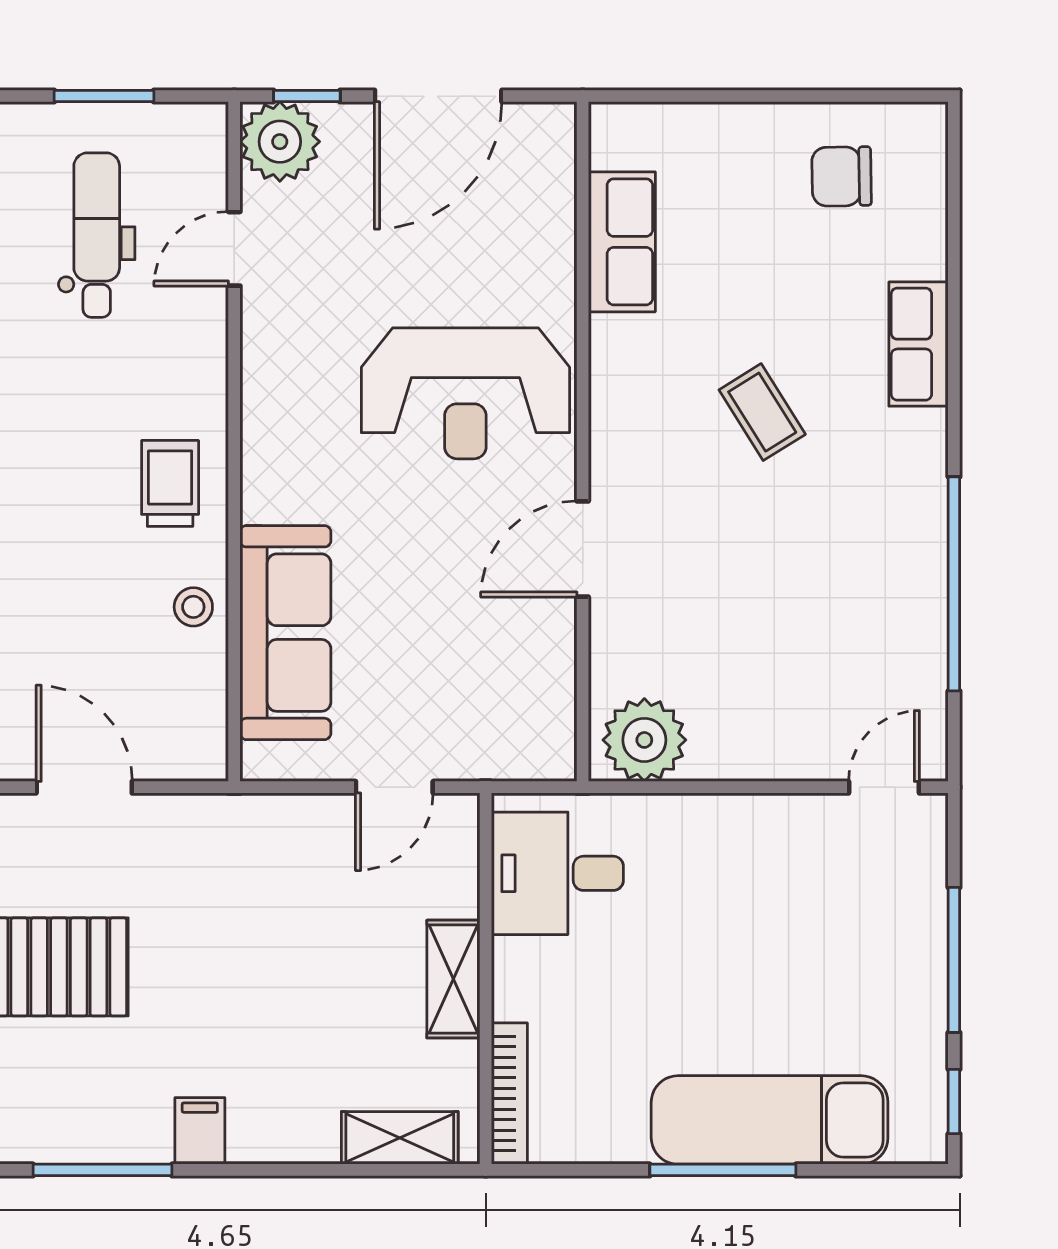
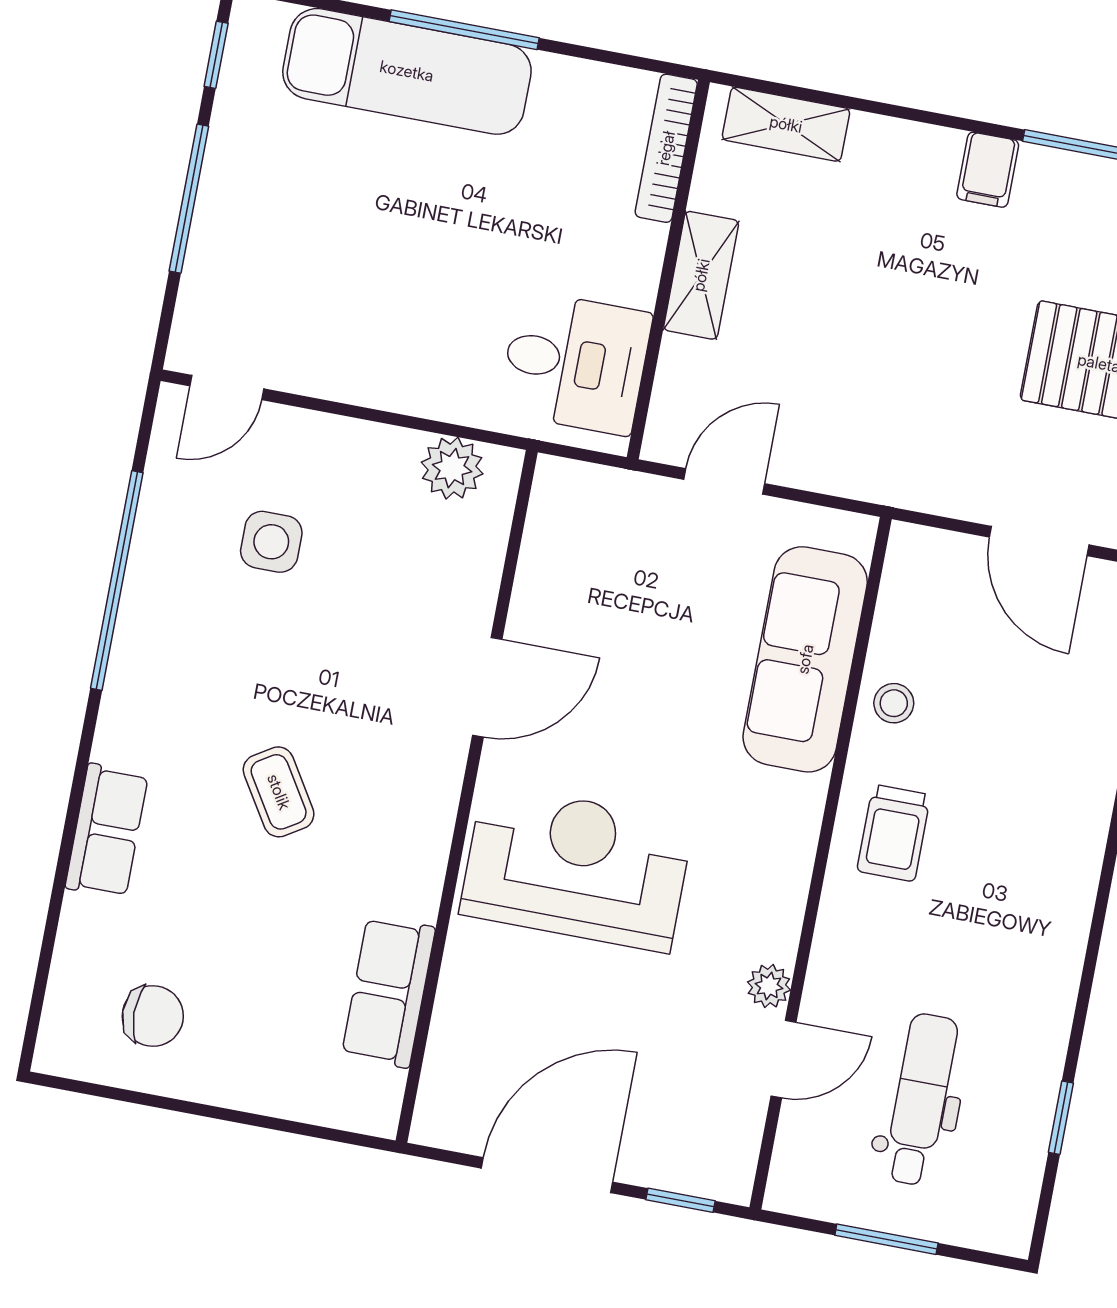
plant: (280, 142) -> (769, 986), moved, width x0.53, depth x0.53
dental chair: (97, 235) -> (921, 1099), turned 180
side table: (814, 649) -> (271, 542), added
plant: (644, 740) -> (452, 468), width x0.73, depth x0.73

